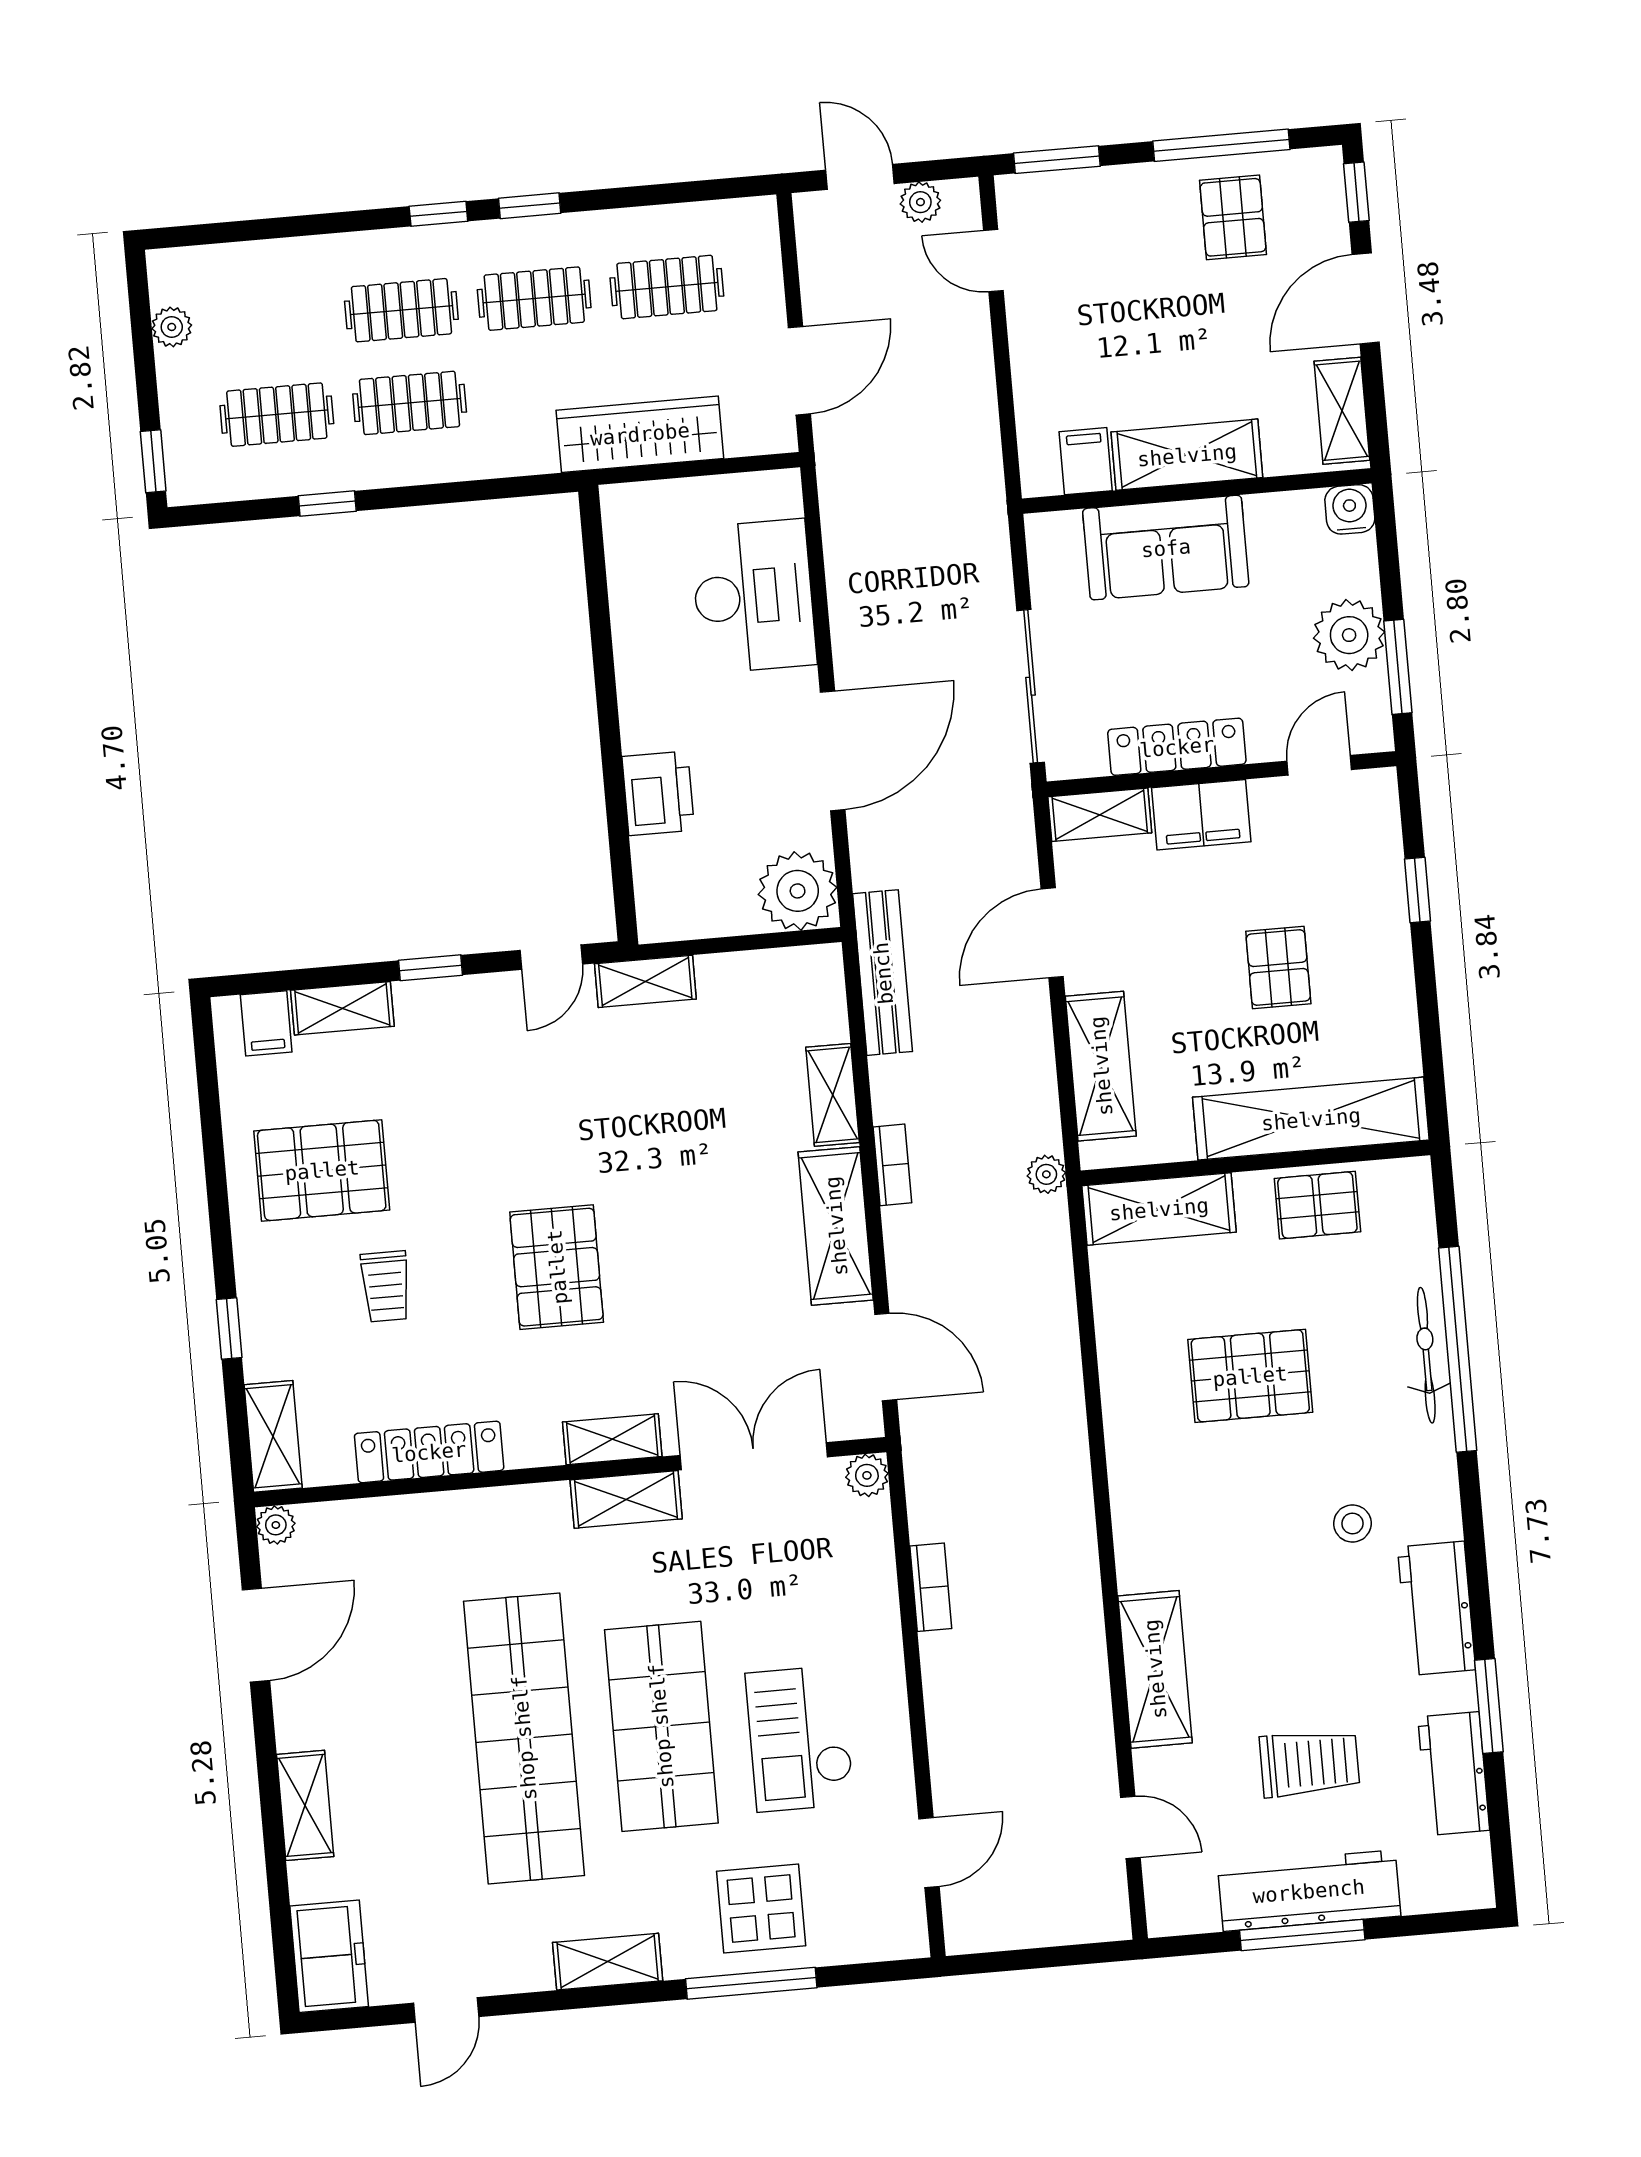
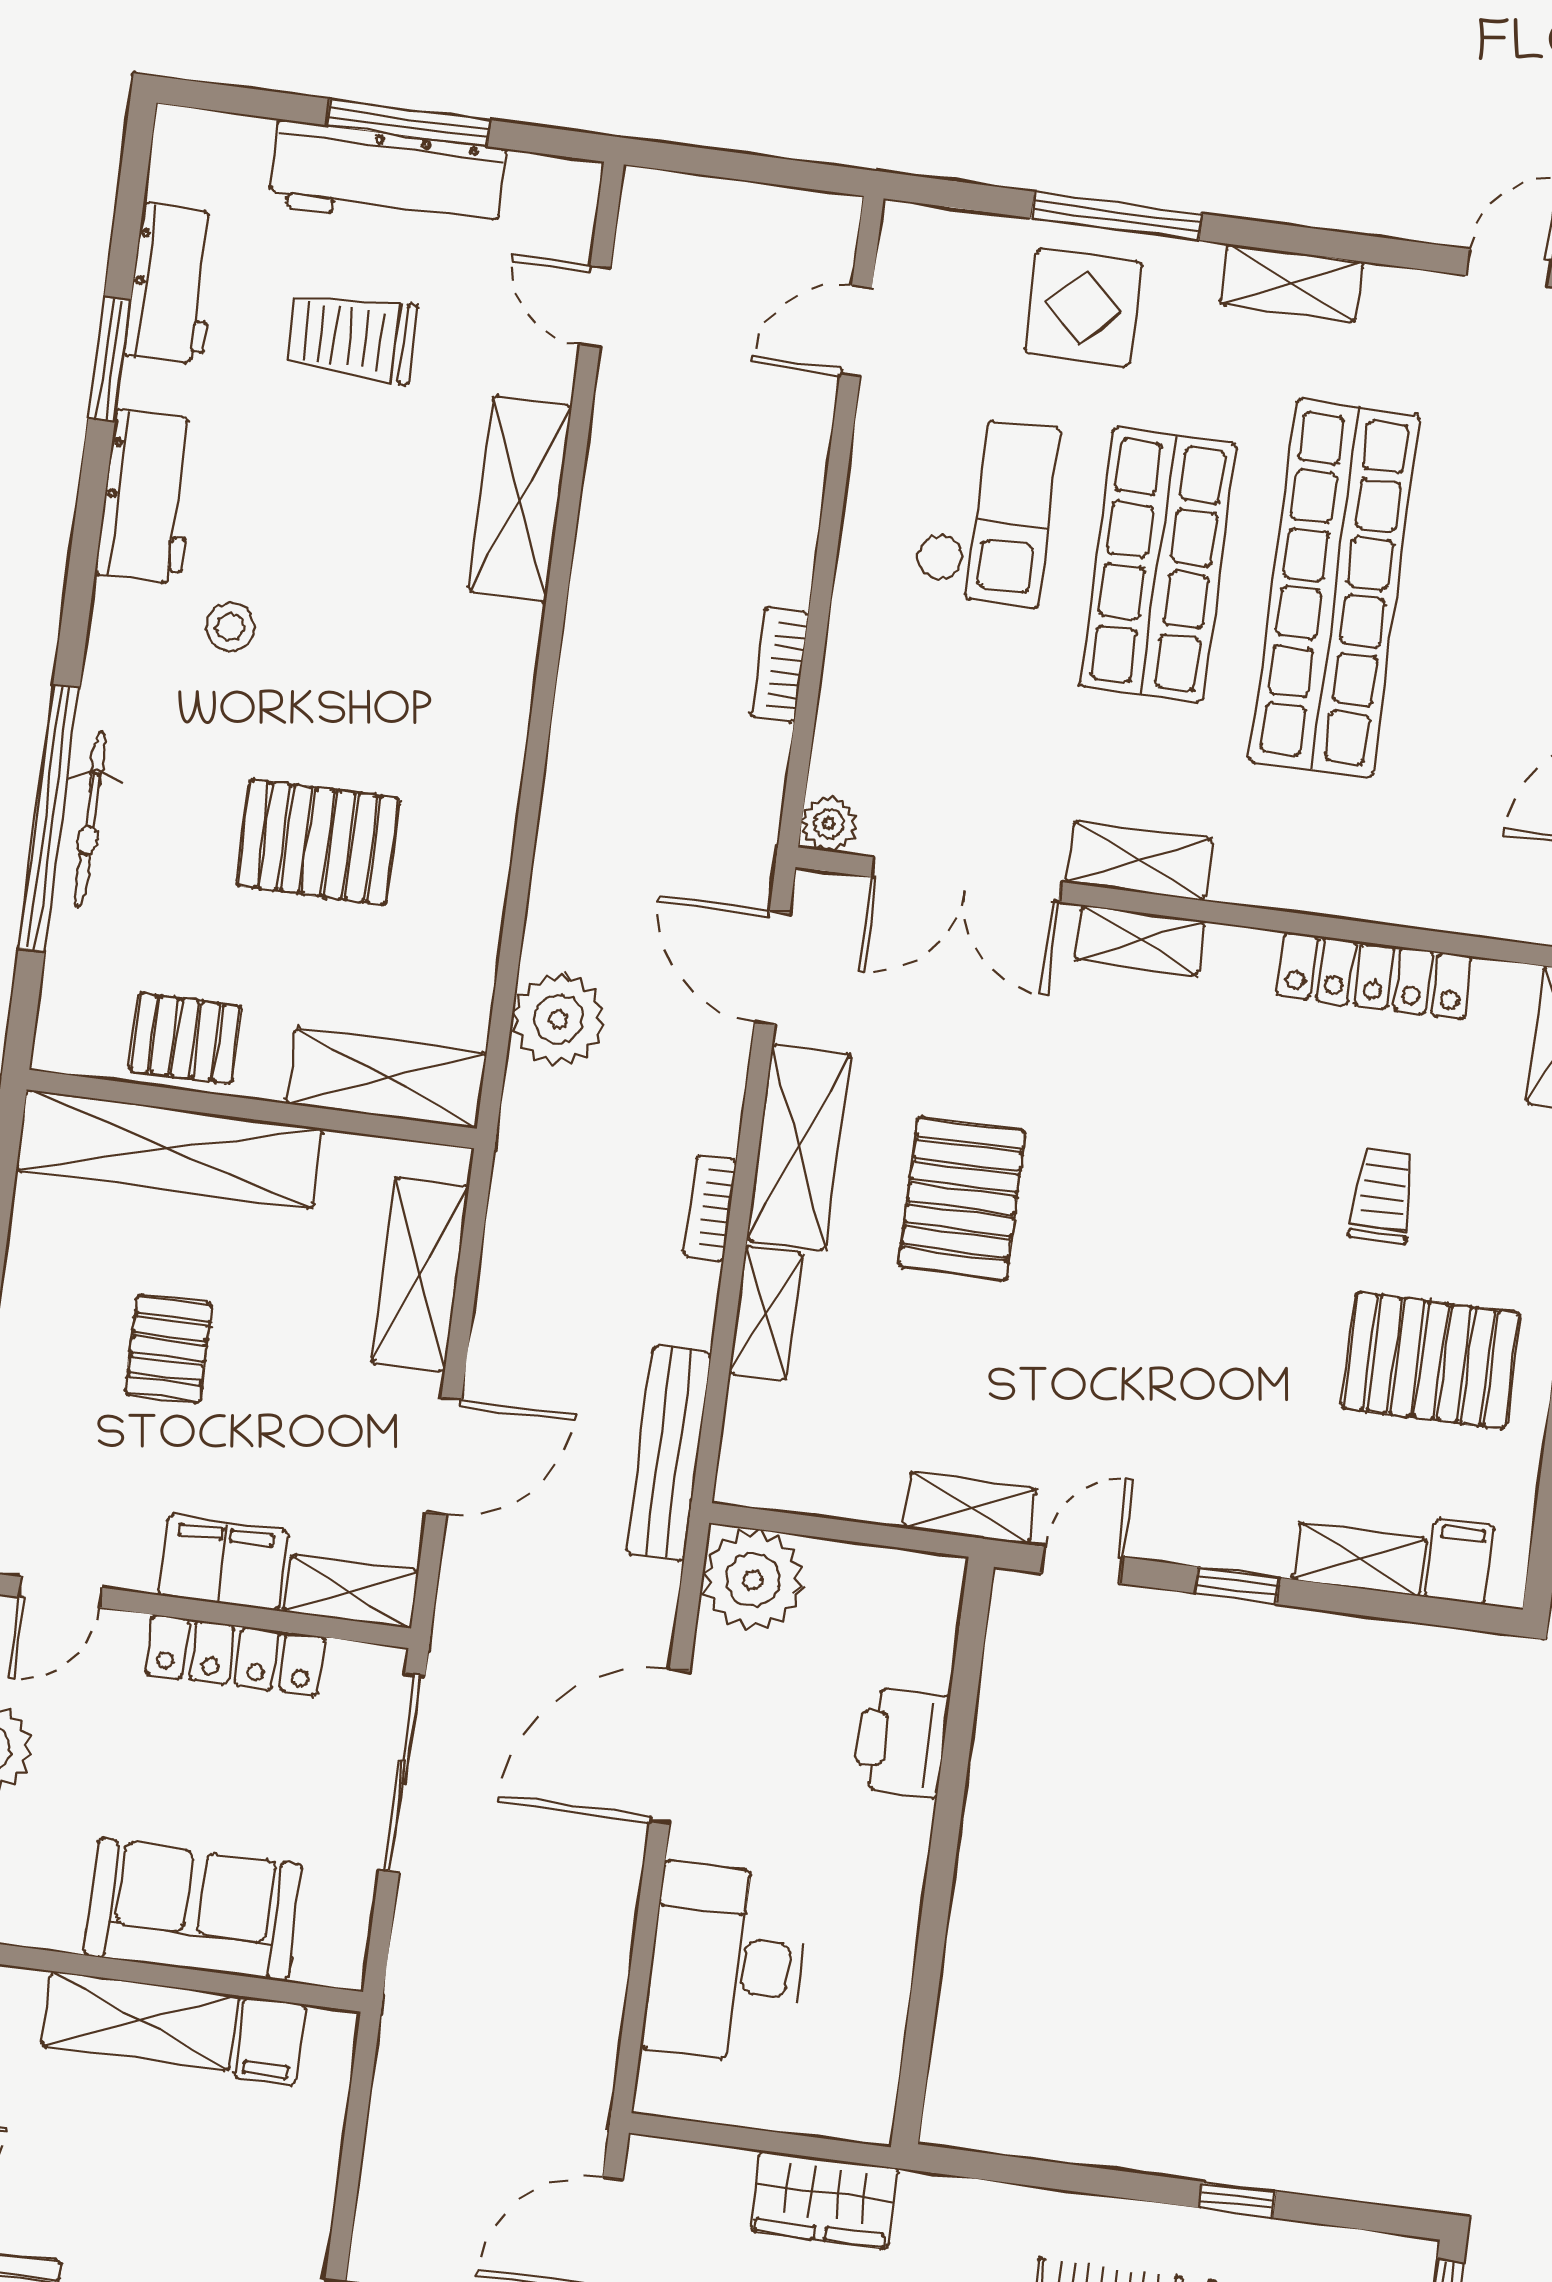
wardrobe: (640, 434) -> (824, 2199), width x0.67
plant: (1046, 1174) -> (558, 1019), moved, width x1.87, depth x1.87
pallet: (557, 1267) -> (962, 1198), moved

